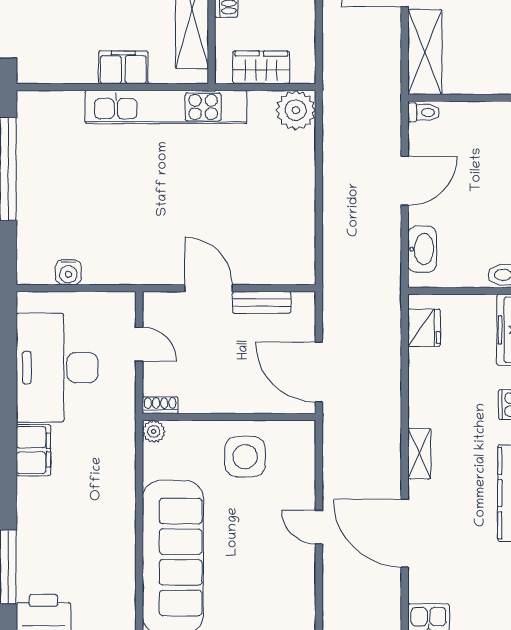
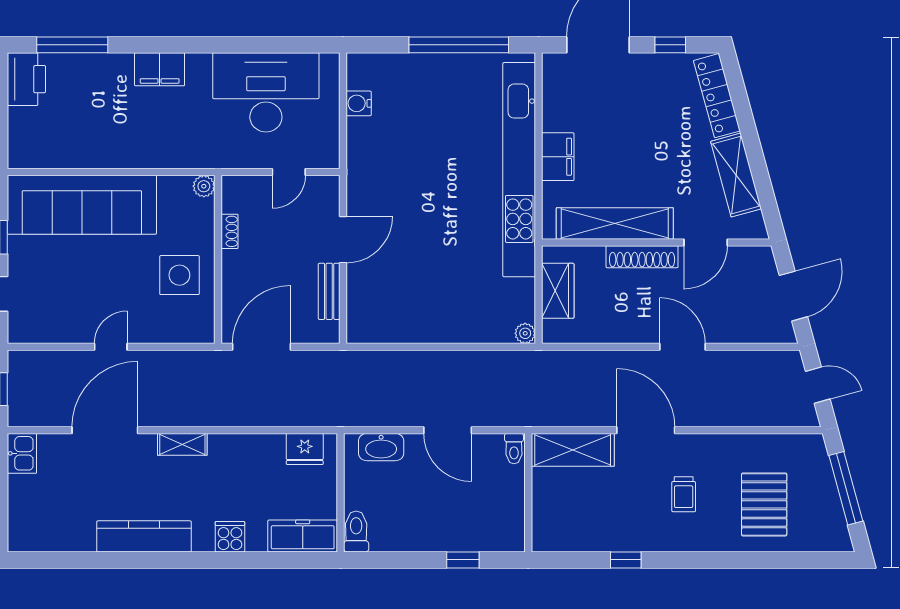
kitchen unit: (166, 107) -> (519, 170), width x1.36
plant: (296, 110) -> (525, 333), width x0.53, depth x0.53
shoe rack: (160, 405) -> (230, 231), moved
filing cabinet: (33, 450) -> (160, 69), moved

